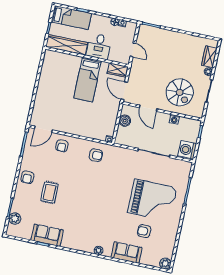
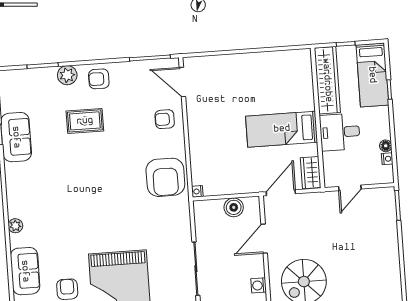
armchair: (96, 155) -> (165, 177), width x1.88, depth x1.88
plant: (15, 219) -> (67, 75), moved

